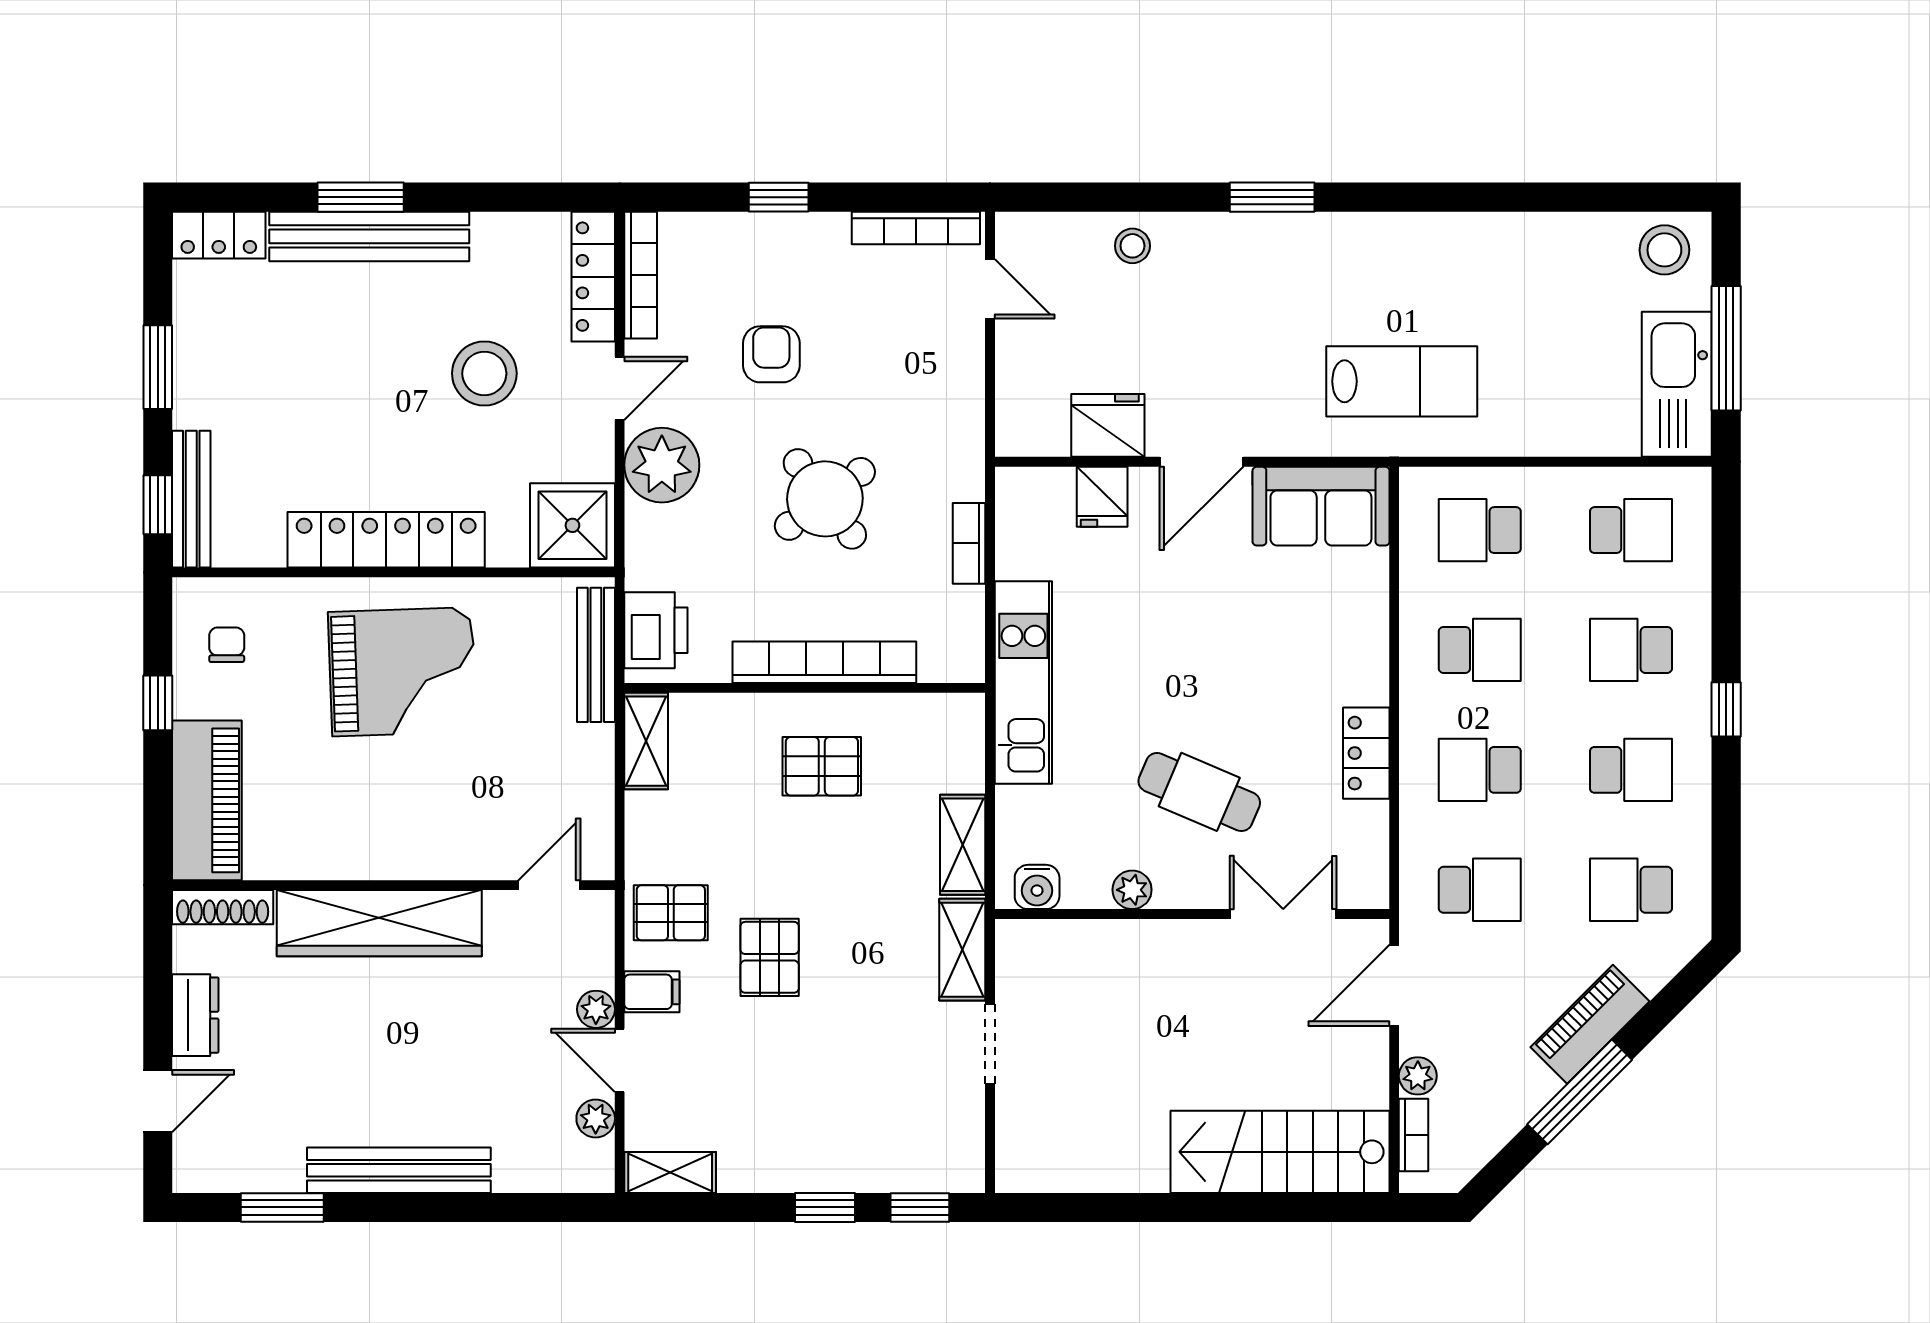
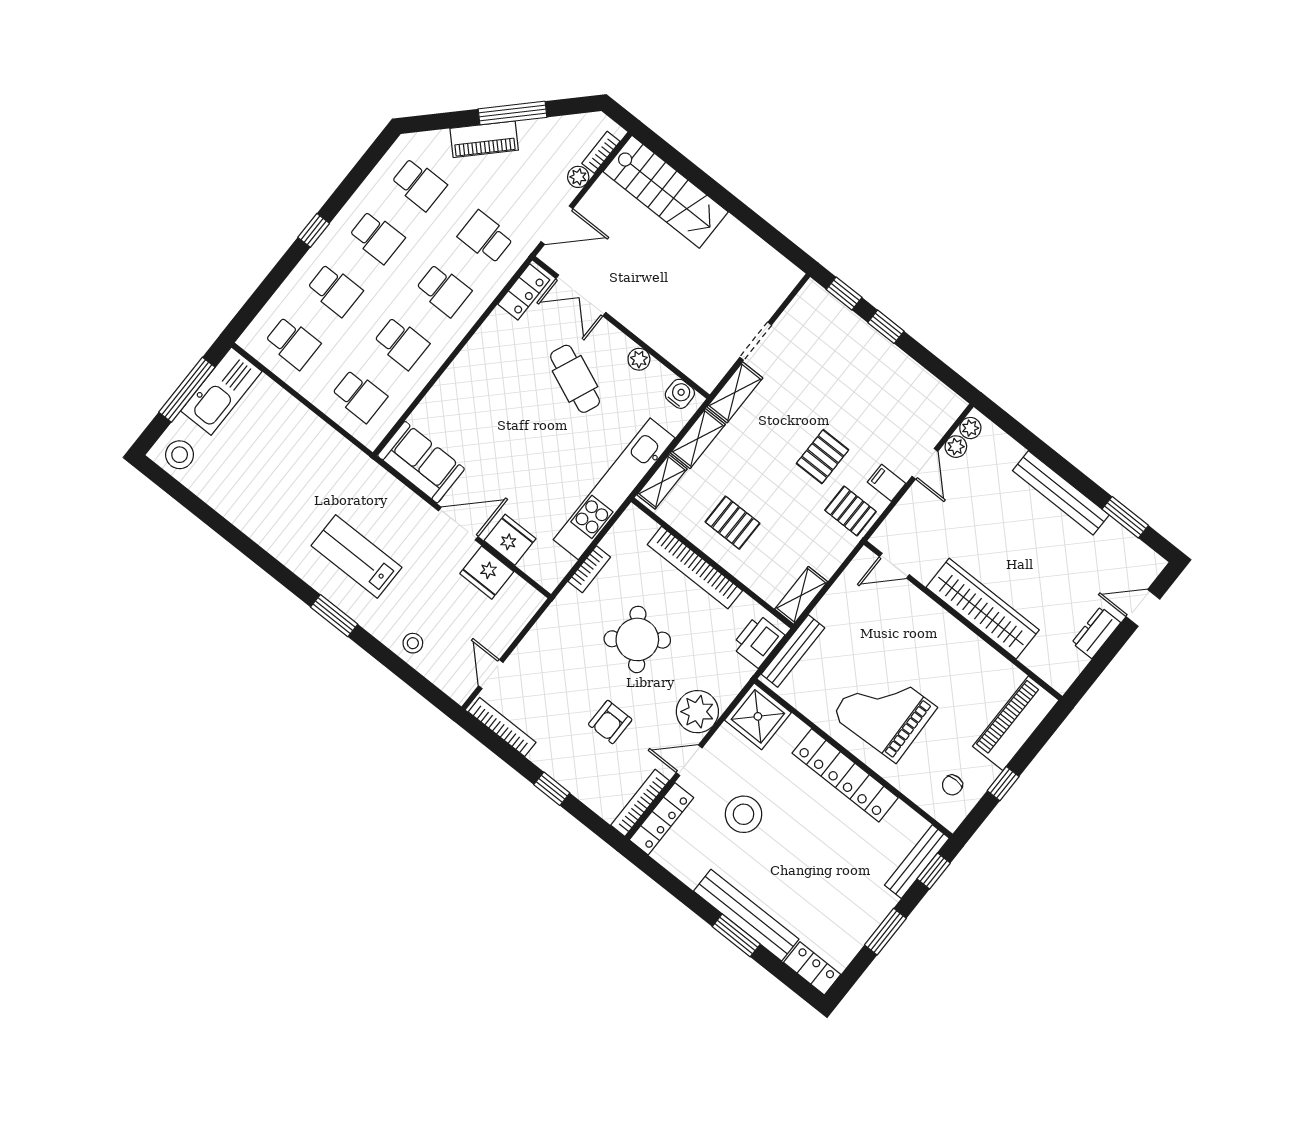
lab bench: (1402, 381) -> (356, 557), moved
fridge: (1102, 497) -> (510, 540), width x1.38
school desk: (1631, 530) -> (293, 343), turned 180
school desk: (1480, 650) -> (401, 343), turned 180
kitchen unit: (1023, 682) -> (614, 489), width x1.36
locker: (1366, 753) -> (524, 292), moved
school desk: (1631, 770) -> (377, 237), turned 180
shoe rack: (223, 907) -> (1046, 671), removed
plant: (596, 1009) -> (970, 428), moved
shelving: (670, 1172) -> (662, 482), moved, turned 90

